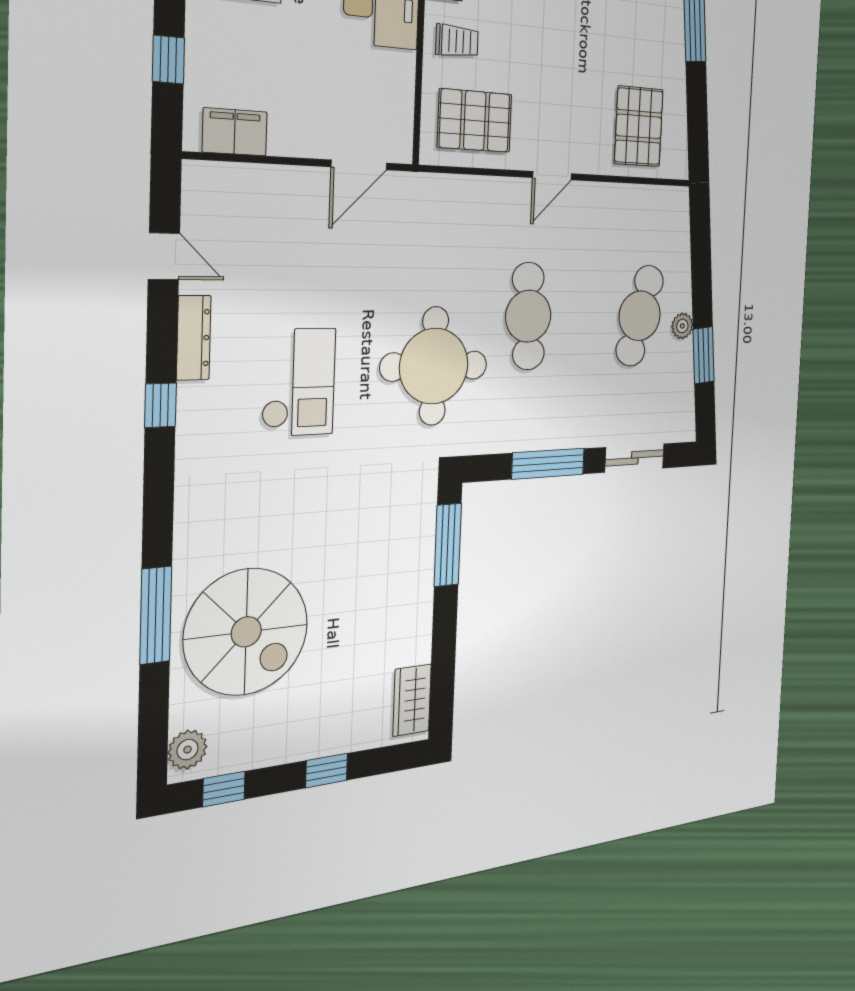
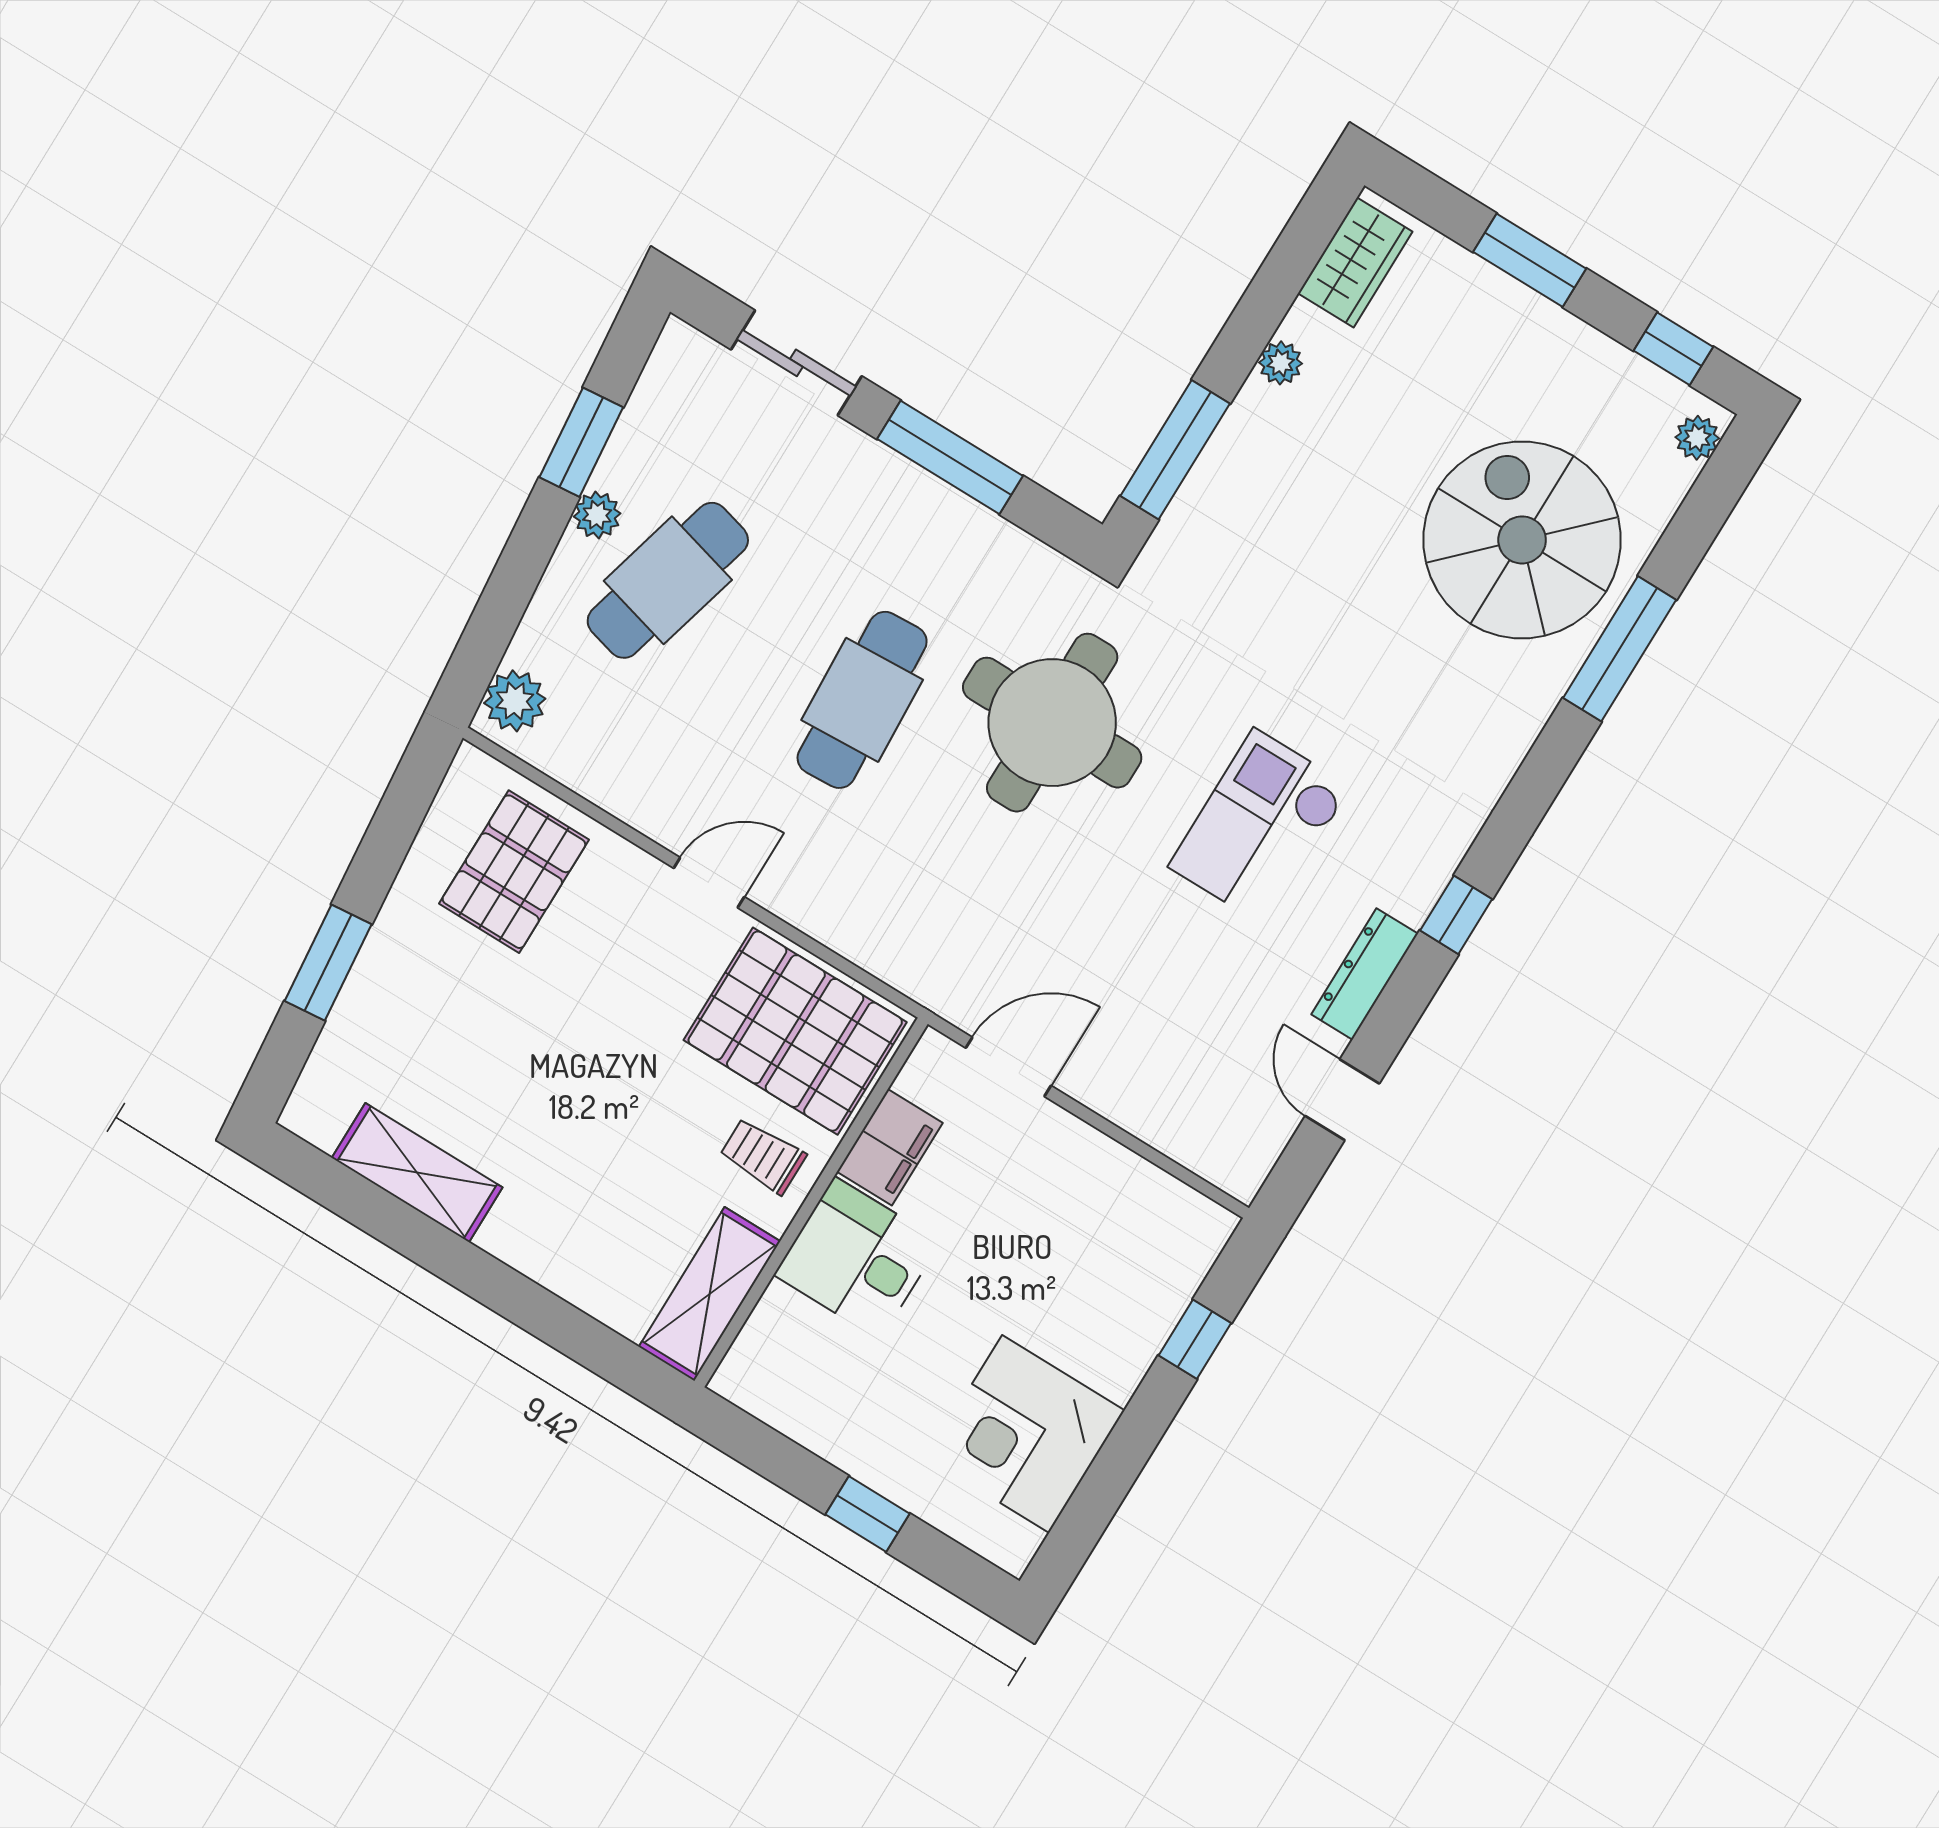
pallet: (475, 121) -> (795, 1031), width x1.37, depth x1.41
filing cabinet: (235, 132) -> (890, 1147), moved, turned -90
plant: (676, 213) -> (515, 701), added
plant: (421, 625) -> (1281, 363), added
plant: (187, 750) -> (1697, 438), width x0.73, depth x0.73
window: (327, 771) -> (1530, 260), width x1.50

